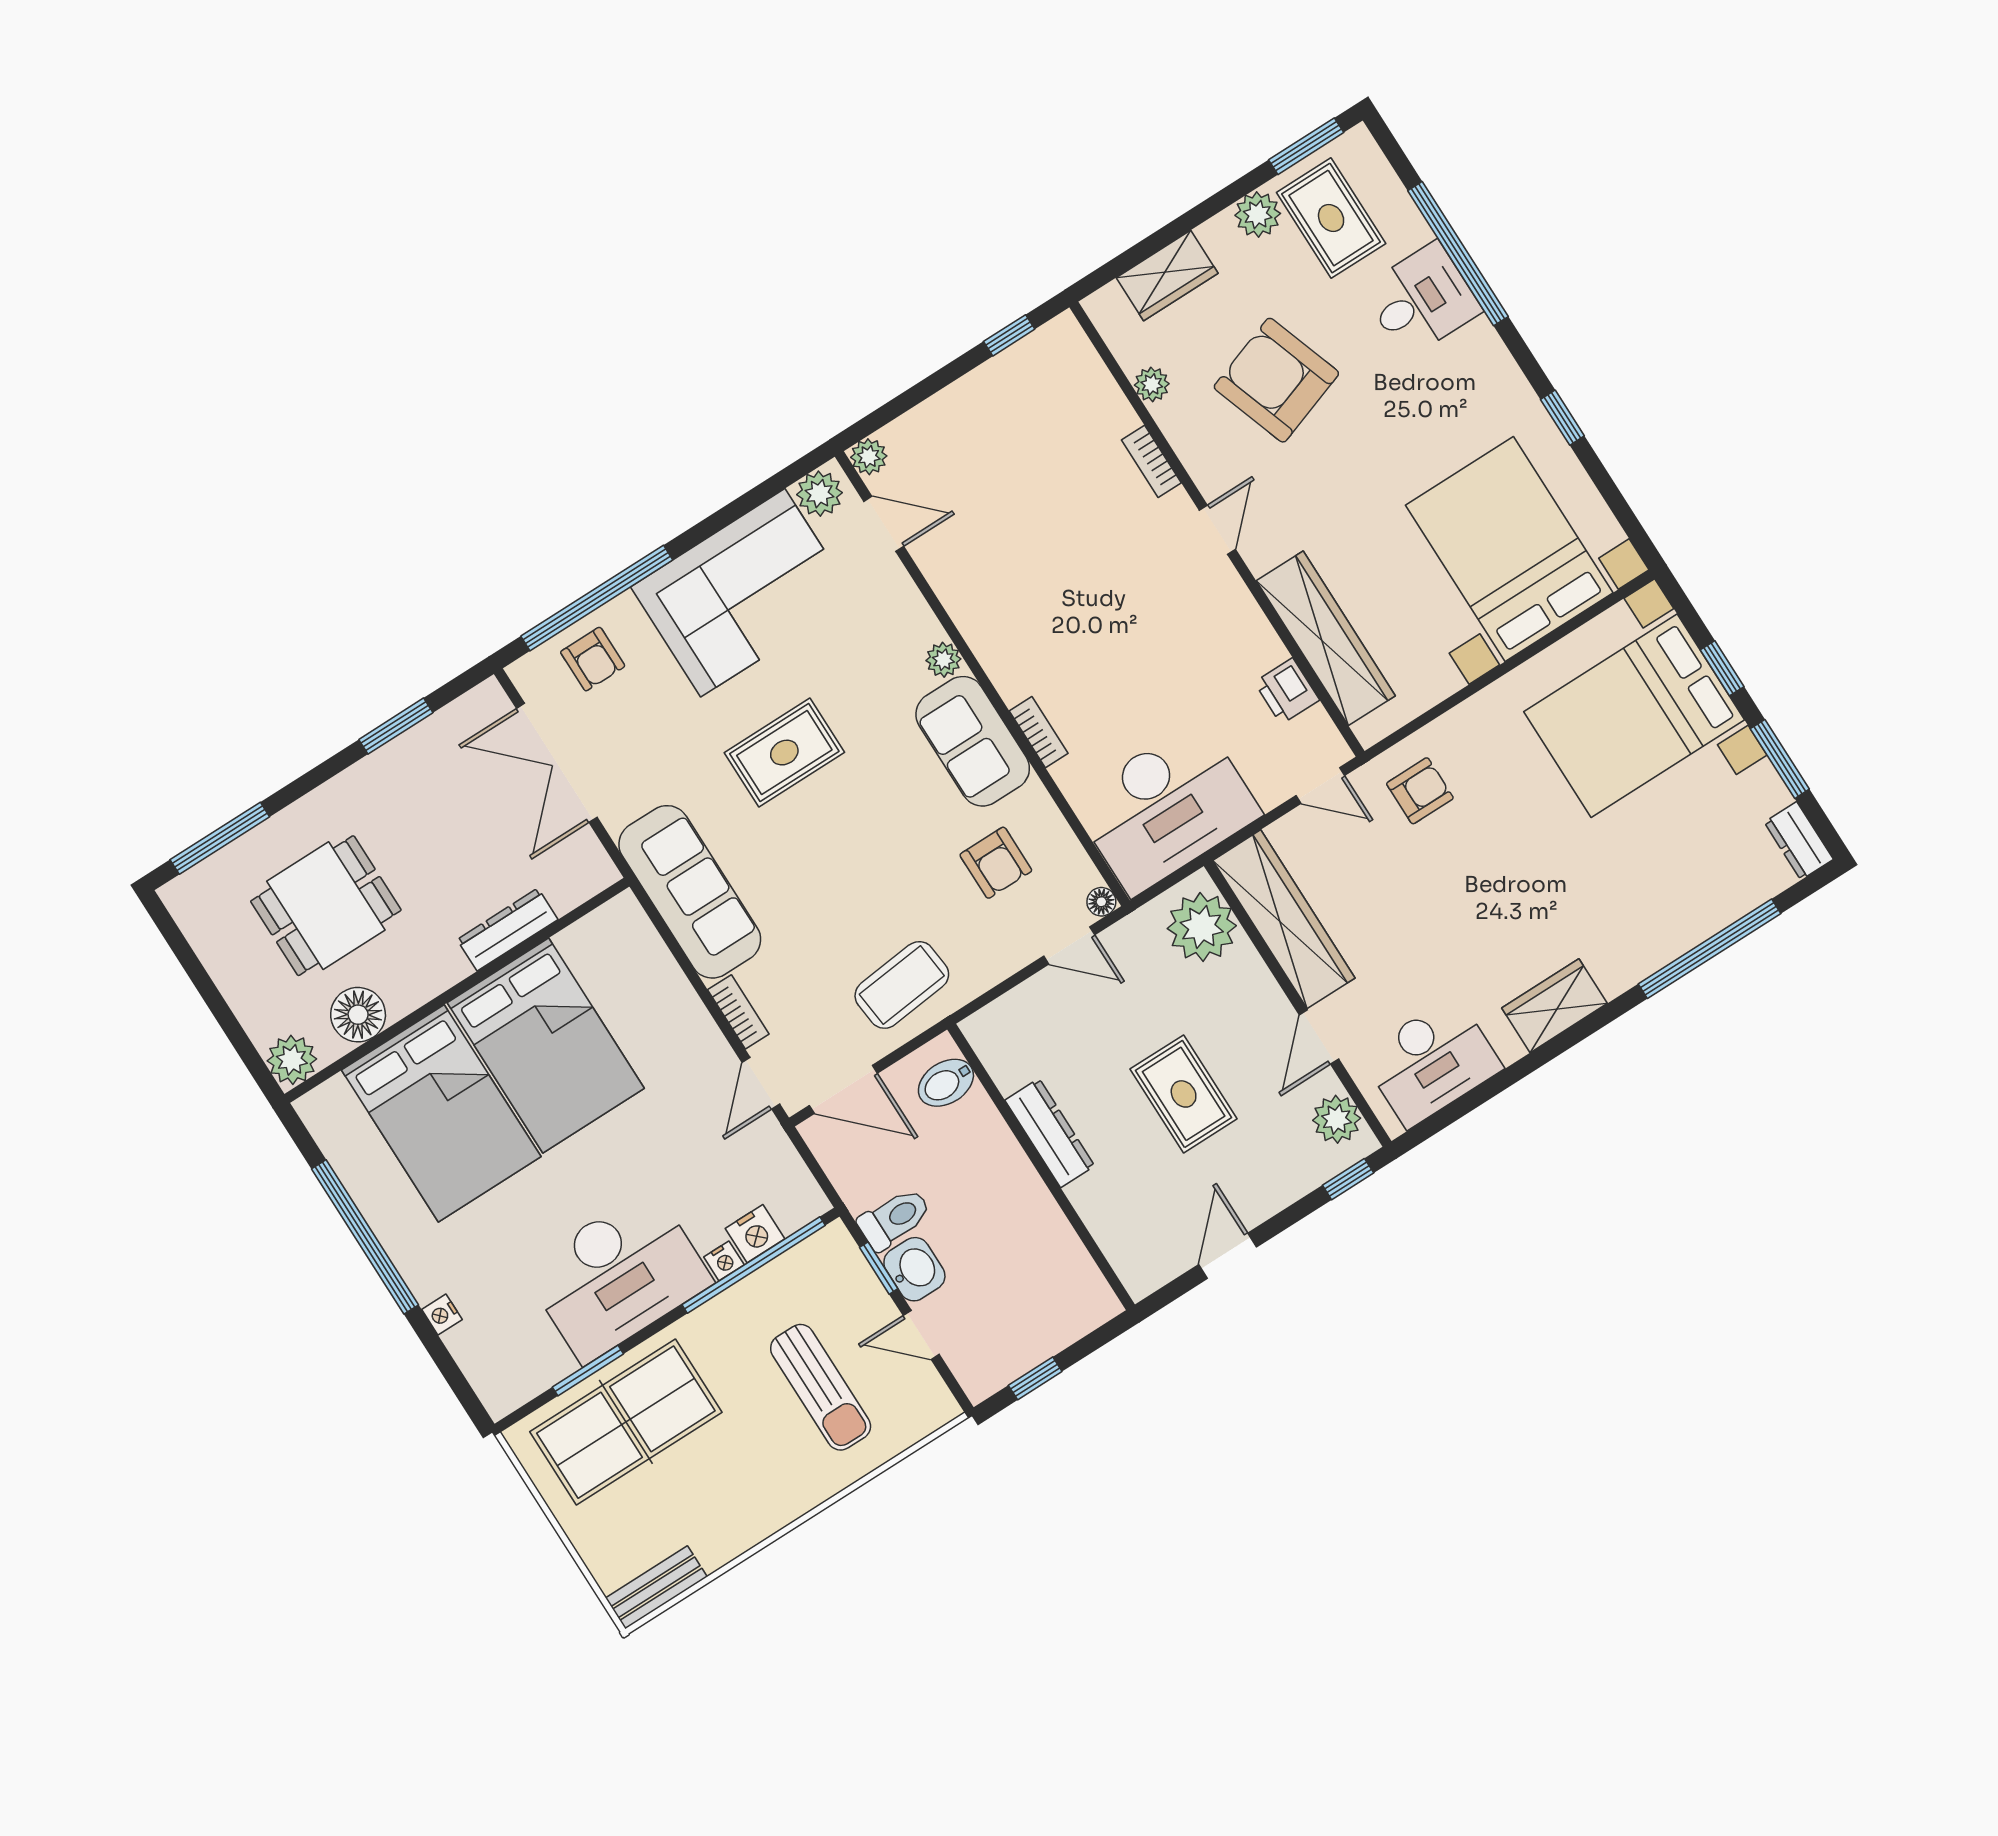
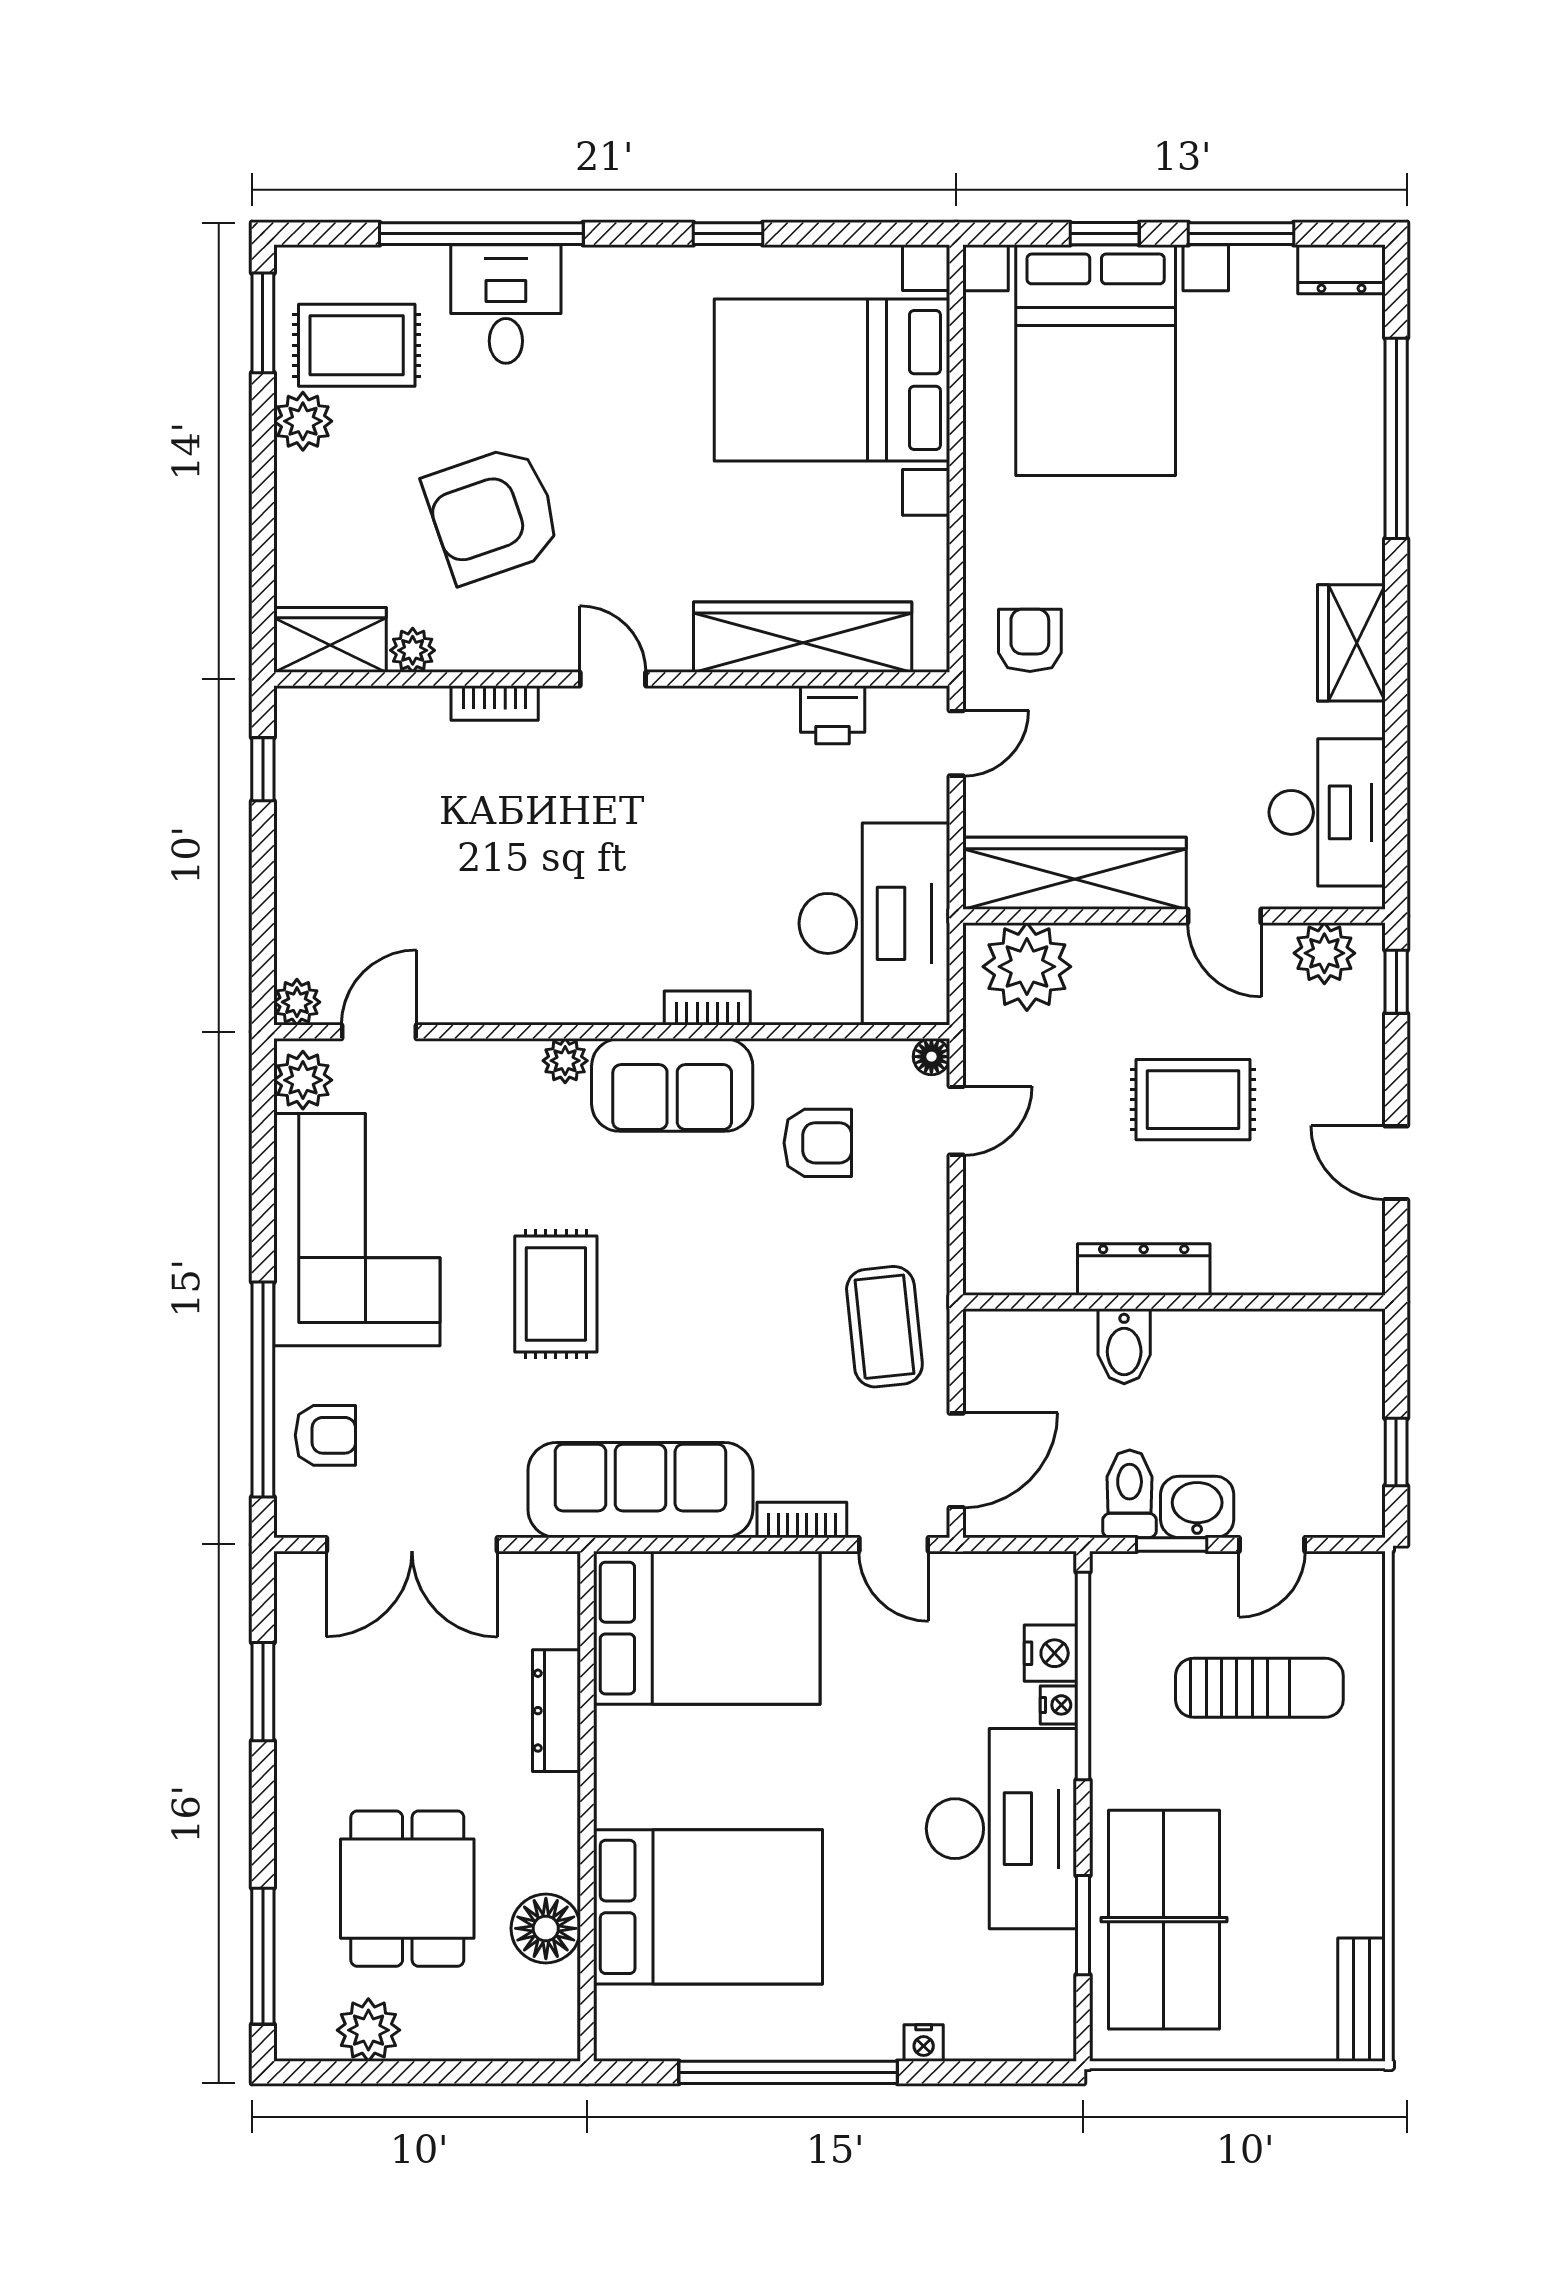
wardrobe: (1167, 275) -> (330, 640), moved, turned -90
bed: (546, 1046) -> (707, 1628), moved
plant: (292, 1060) -> (368, 2030), moved
bidet: (946, 1083) -> (1124, 1346), moved

